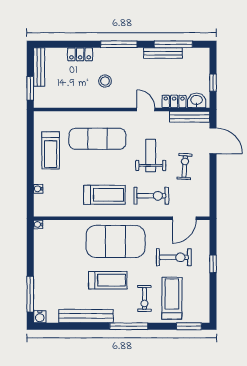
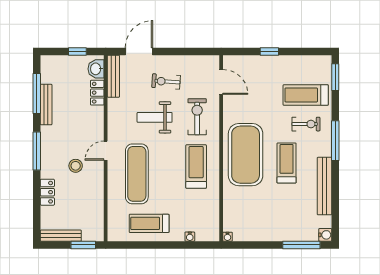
door: (146, 109) -> (106, 151), moved
treadmill: (51, 150) -> (149, 223), turned 180
exercise bike: (174, 257) -> (262, 93), removed

